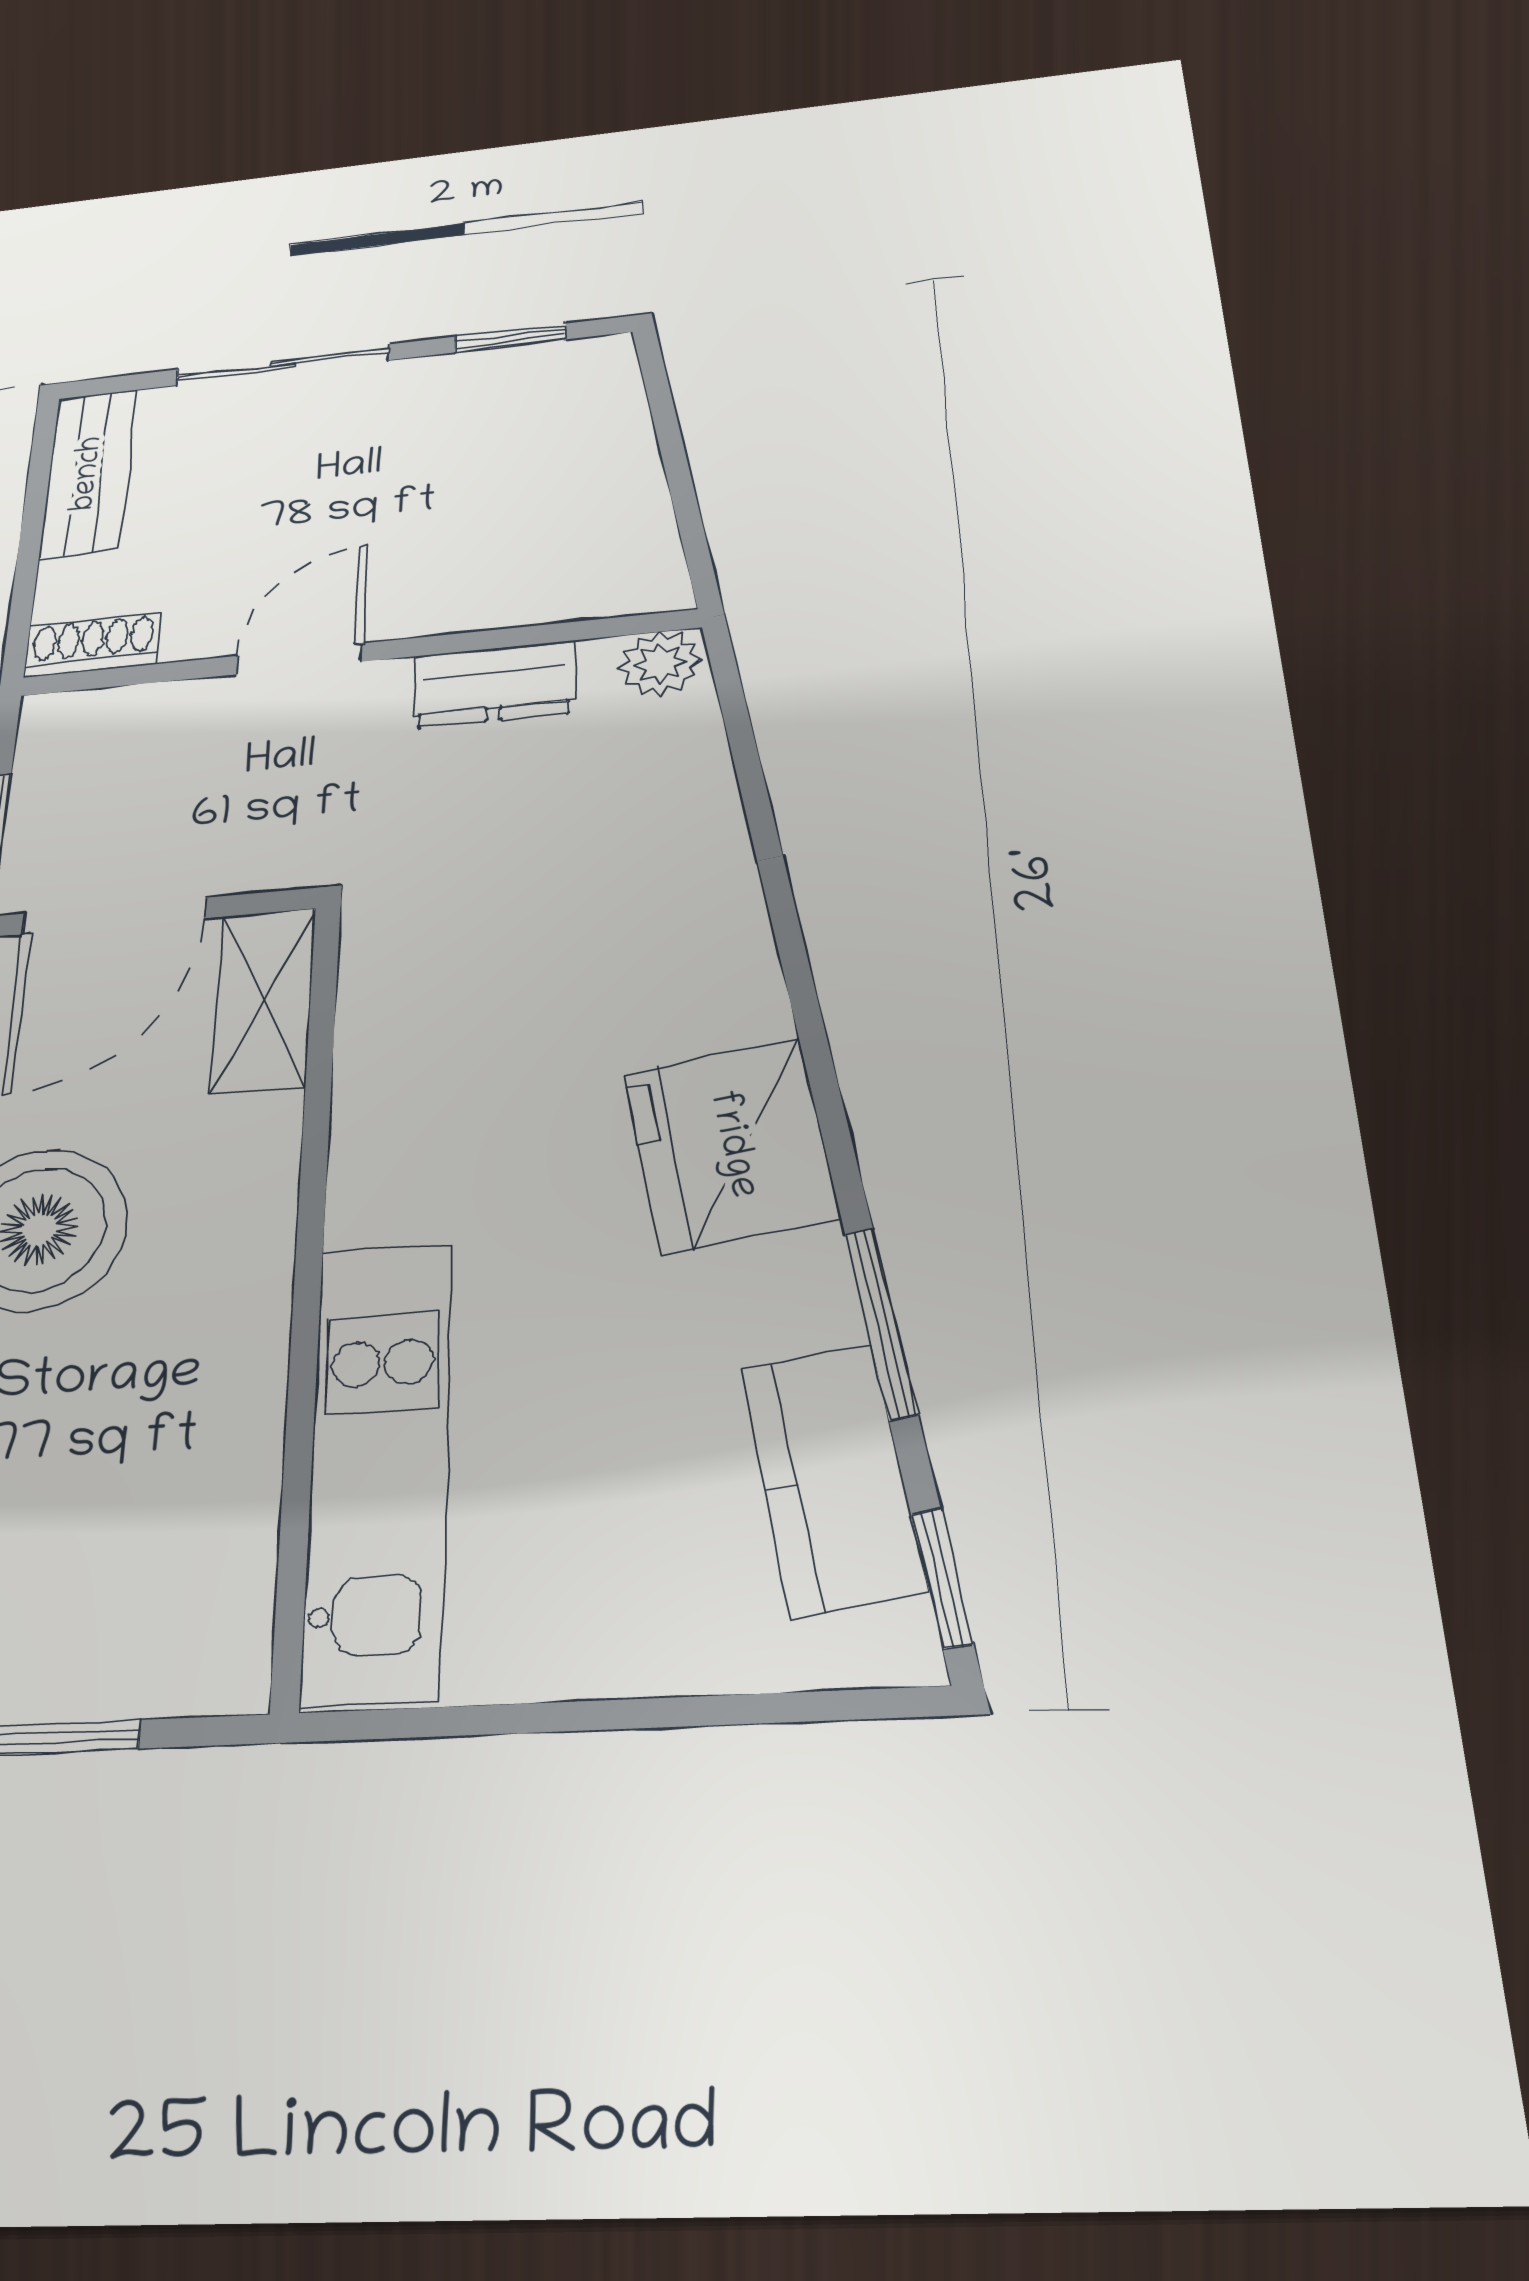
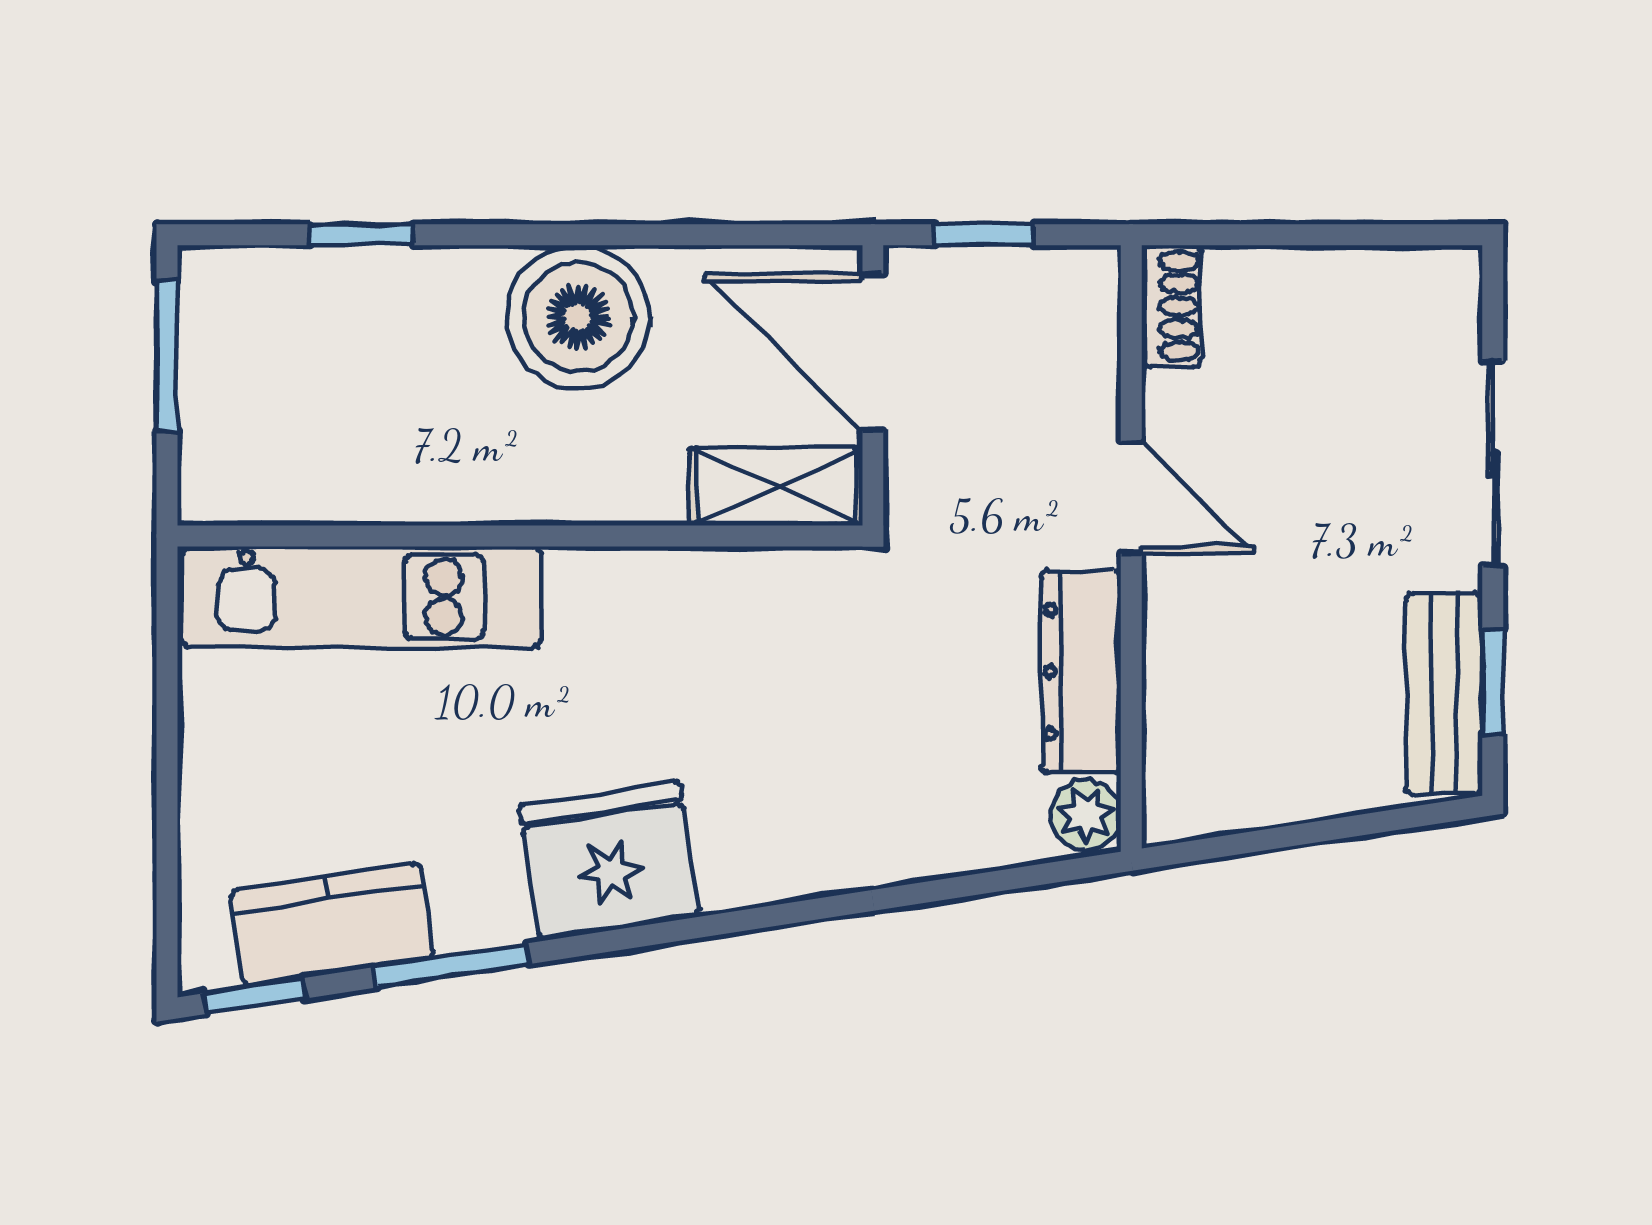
bench: (89, 473) -> (1444, 694), moved, turned 90
dresser: (494, 684) -> (1081, 672), width x1.44

